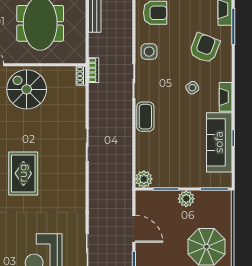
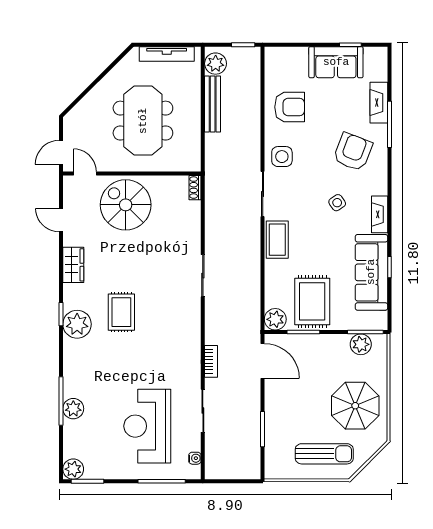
bookcase: (94, 70) -> (211, 361), moved
rug: (173, 165) -> (312, 301), added
rug: (23, 173) -> (121, 312), width x0.73, depth x0.70
plant: (186, 199) -> (361, 344), moved
door: (134, 229) -> (263, 361), moved

